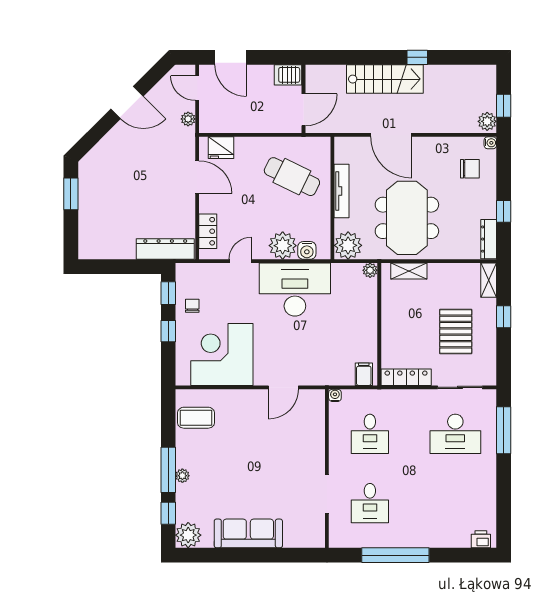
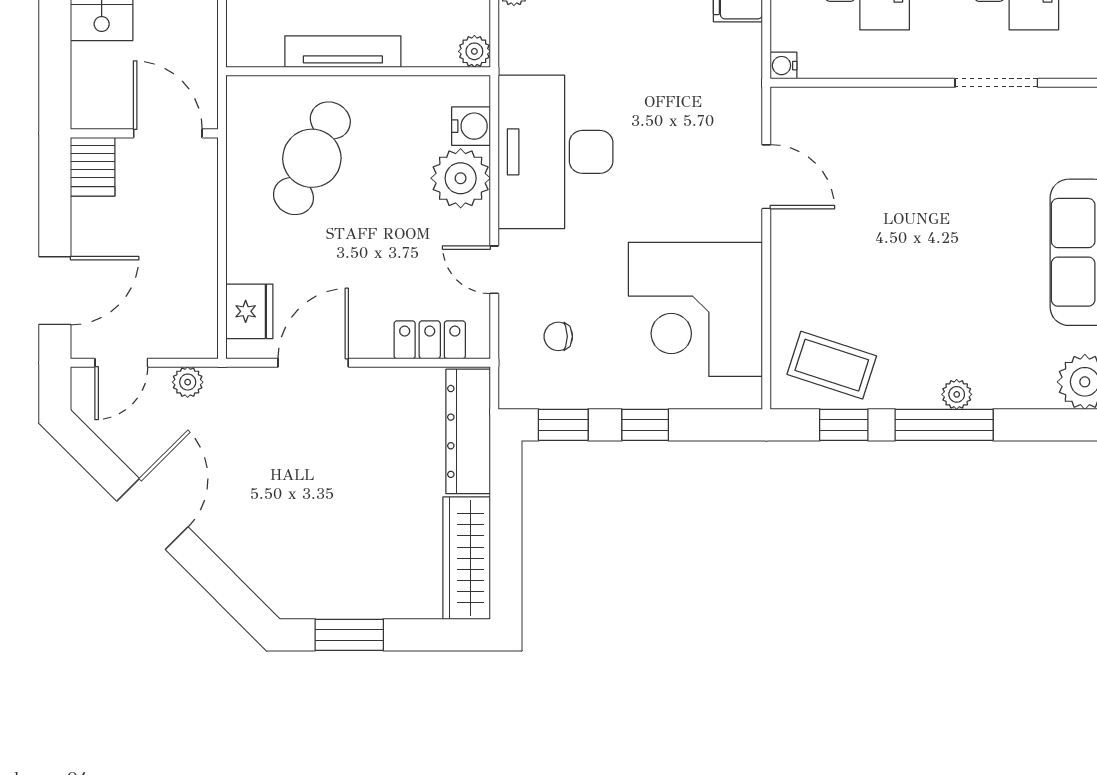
plant: (348, 245) -> (474, 51), width x0.53, depth x0.53
wardrobe: (107, 248) -> (467, 558), added
chair: (192, 306) -> (558, 336), moved
coffee table: (196, 418) -> (832, 365), turned -72
window: (168, 513) -> (844, 425), moved

